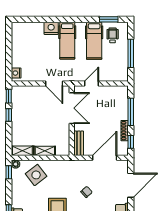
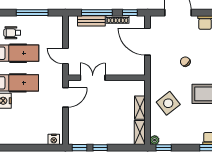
double door: (72, 108) -> (93, 78), width x0.73
bench: (79, 143) -> (91, 21), moved
side table: (36, 175) -> (168, 103), moved

